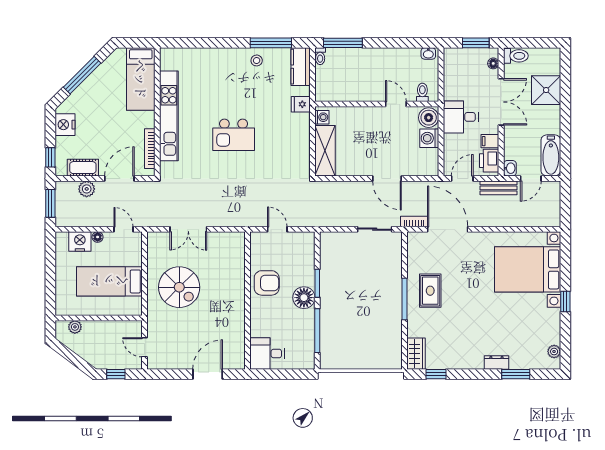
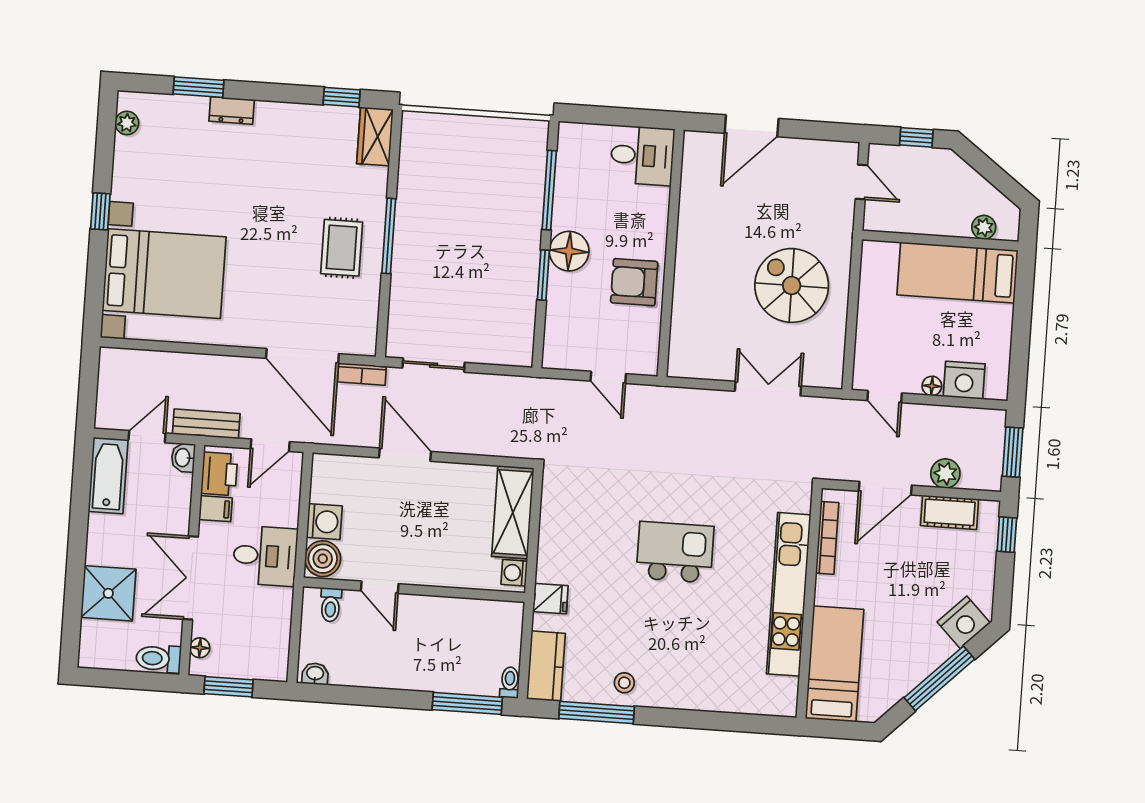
nightstand: (65, 125) -> (964, 622), moved, turned 45
bed: (109, 281) -> (958, 273), moved, turned 180

